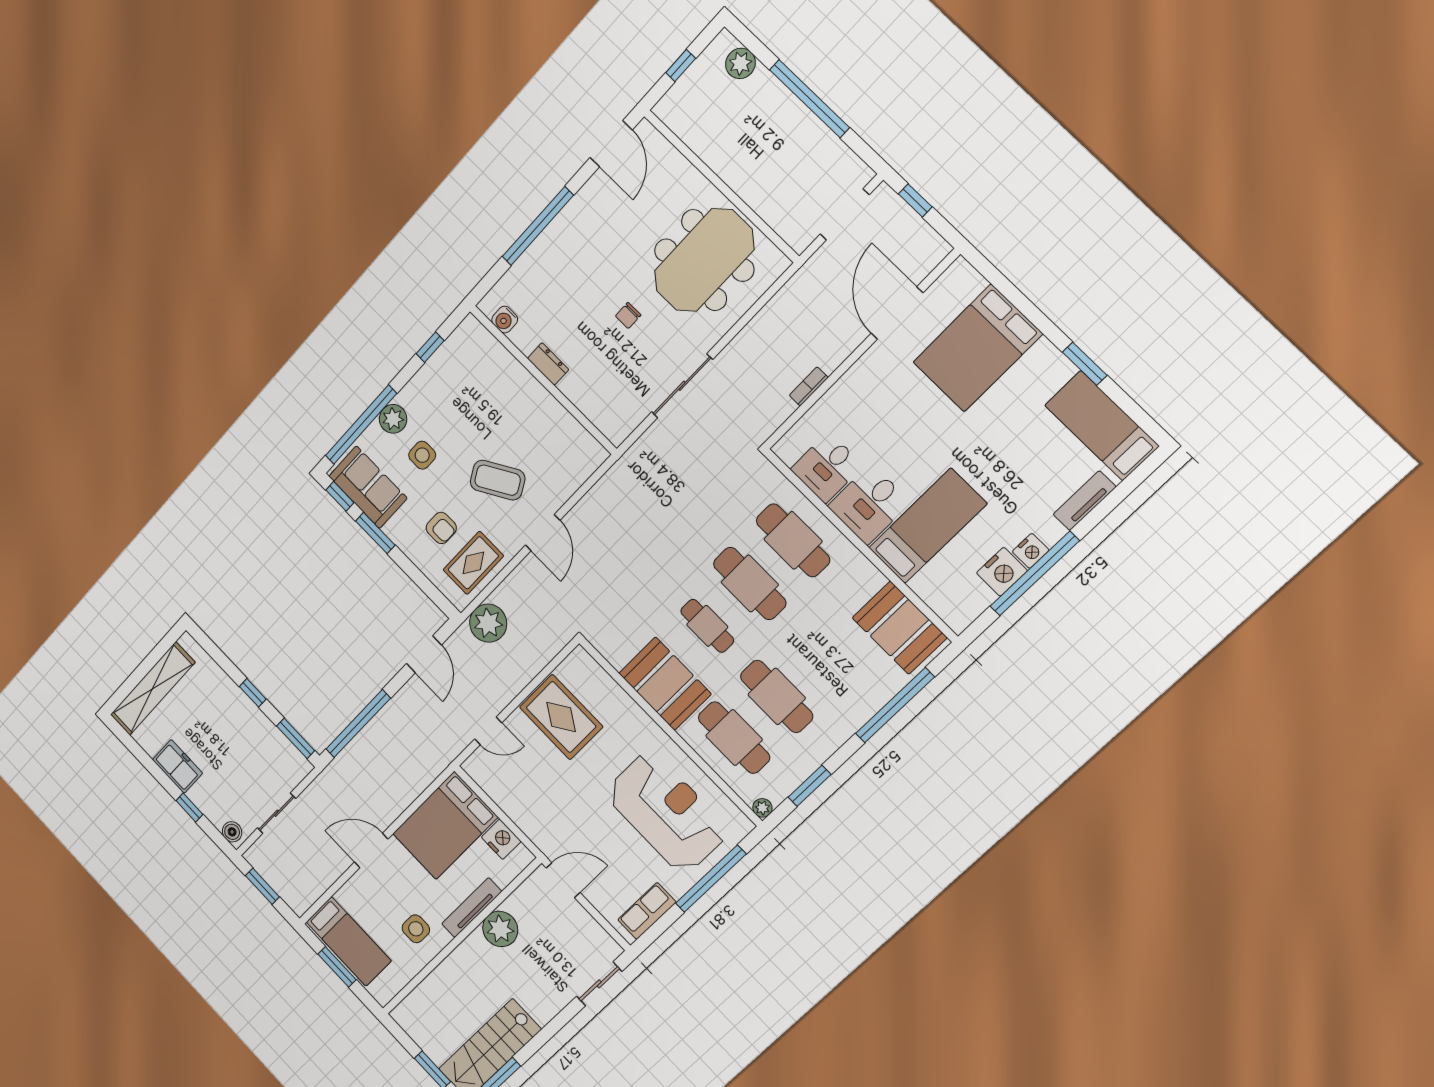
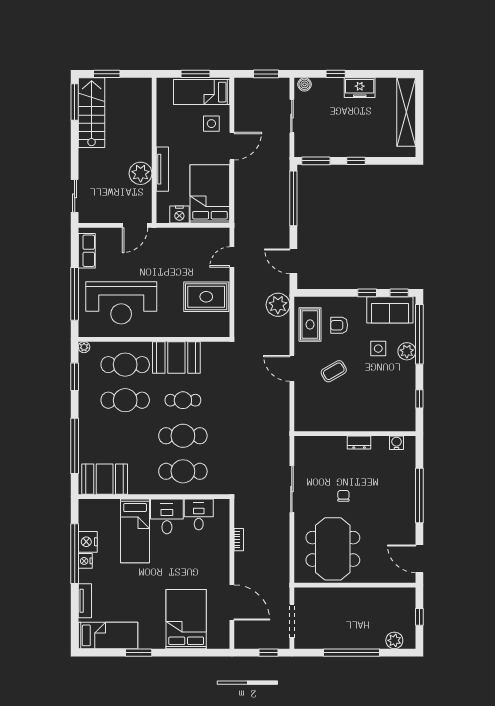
coffee table: (498, 480) -> (334, 371), width x0.73, depth x0.77
window: (375, 533) -> (367, 293), width x0.67
side table: (416, 929) -> (211, 124), moved

